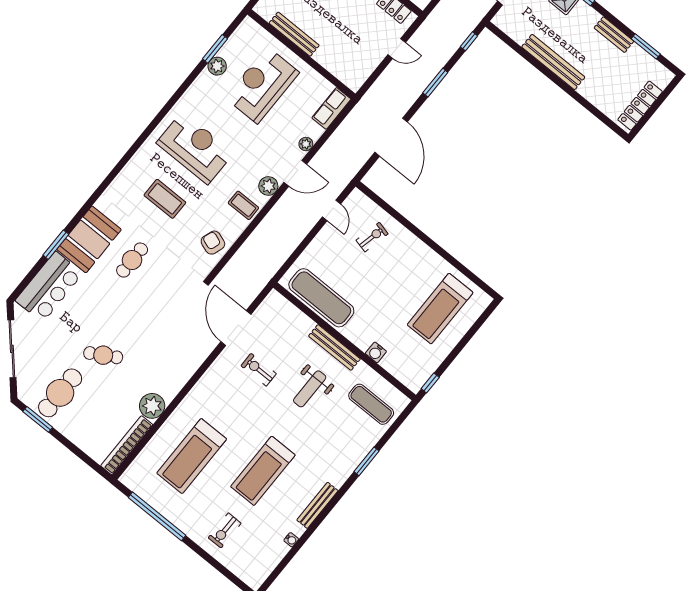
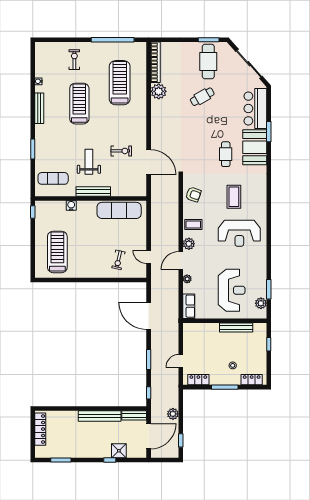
bench: (614, 35) -> (134, 415), moved
plant: (217, 66) -> (261, 303), moved
coffee table: (165, 199) -> (234, 197), turned 90

